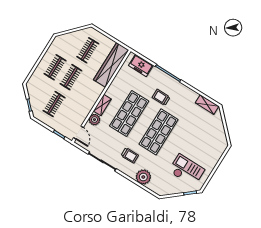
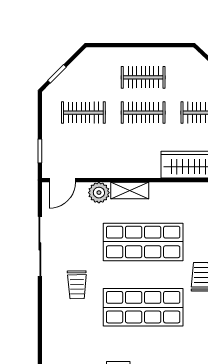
plant: (143, 177) -> (56, 328), removed

